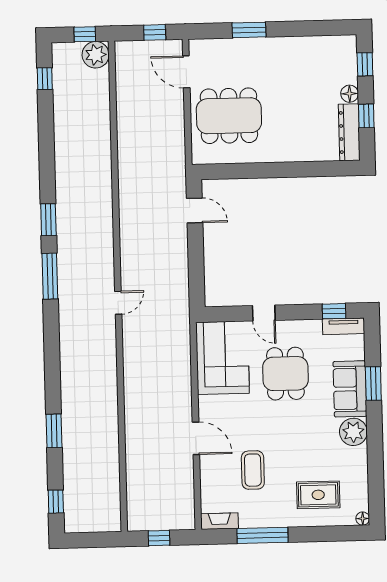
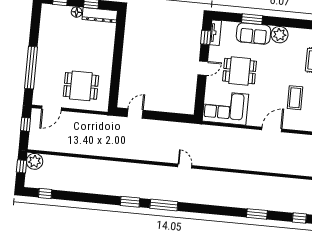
window: (249, 30) -> (31, 68), width x2.11
dining table: (229, 116) -> (81, 86), width x0.73
door: (264, 313) -> (203, 68), moved
coffee table: (253, 470) -> (295, 98), turned 90

